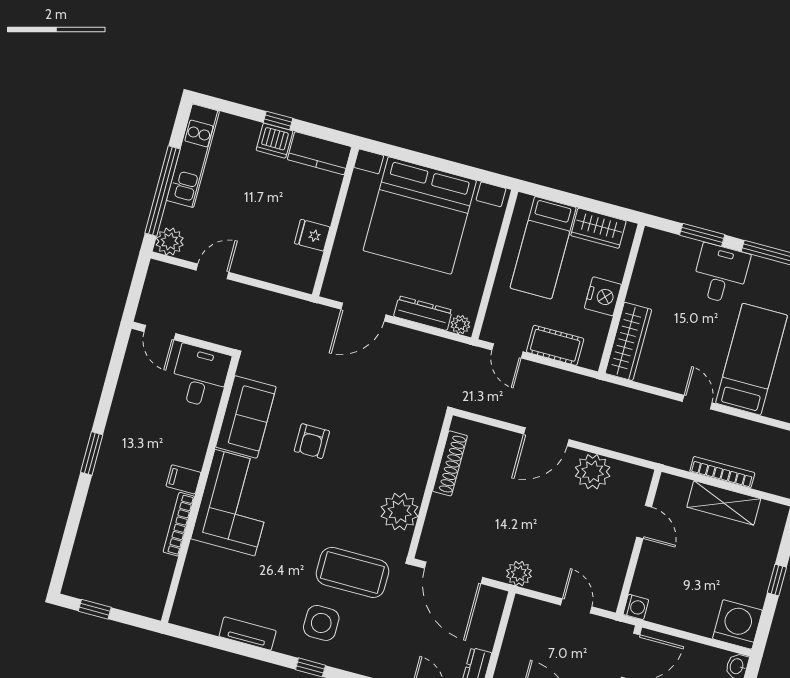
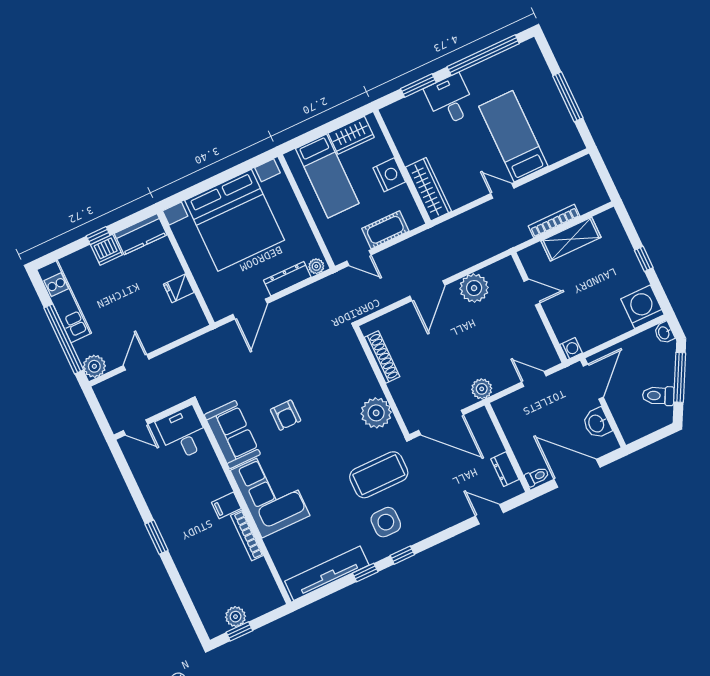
plant: (103, 592) -> (236, 617), added
tv unit: (248, 634) -> (327, 573), width x1.92, depth x1.29
window: (261, 654) -> (365, 572), added

